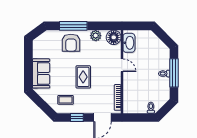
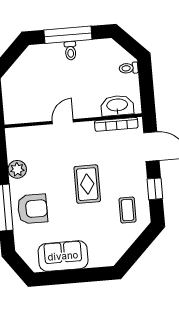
floor lamp: (114, 37) -> (18, 139), removed
washbasin: (129, 43) -> (117, 105), moved
sofa: (41, 73) -> (63, 256), moved
rug: (83, 77) -> (87, 184), turned 90

